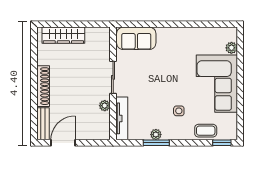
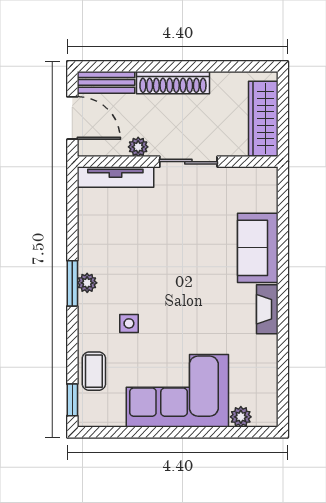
fireplace: (171, 33) -> (267, 309), added
sliding door: (113, 77) -> (188, 162), moved
wall: (113, 83) -> (178, 162), moved
plant: (105, 106) -> (138, 147), moved
tv unit: (122, 118) -> (115, 177), moved

